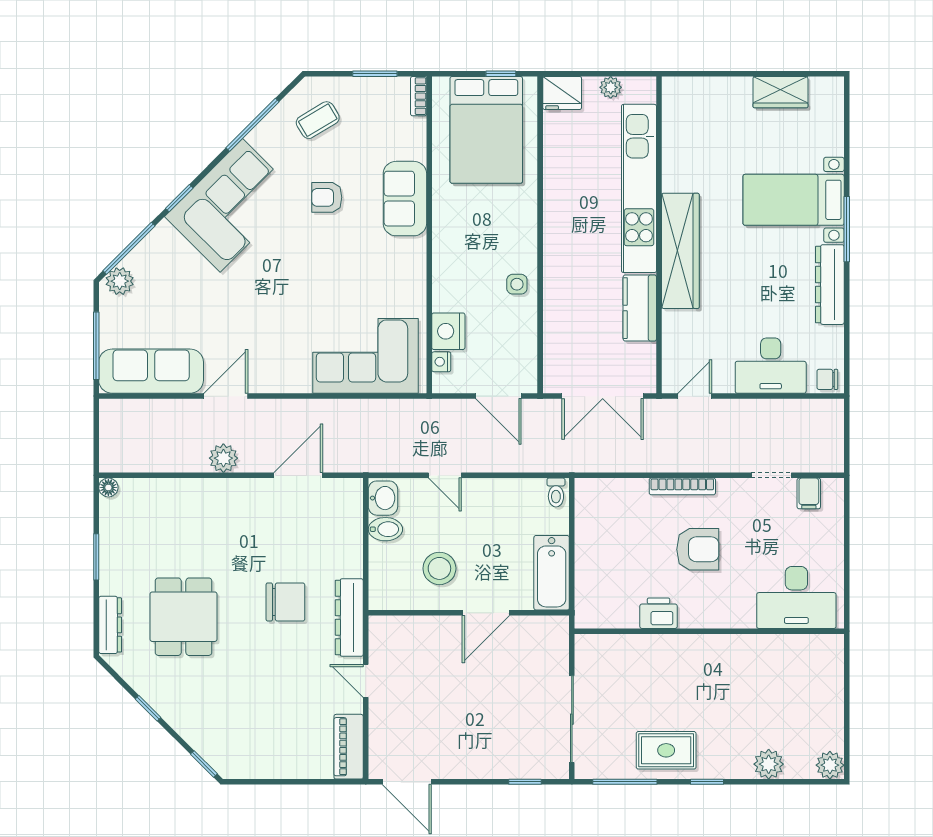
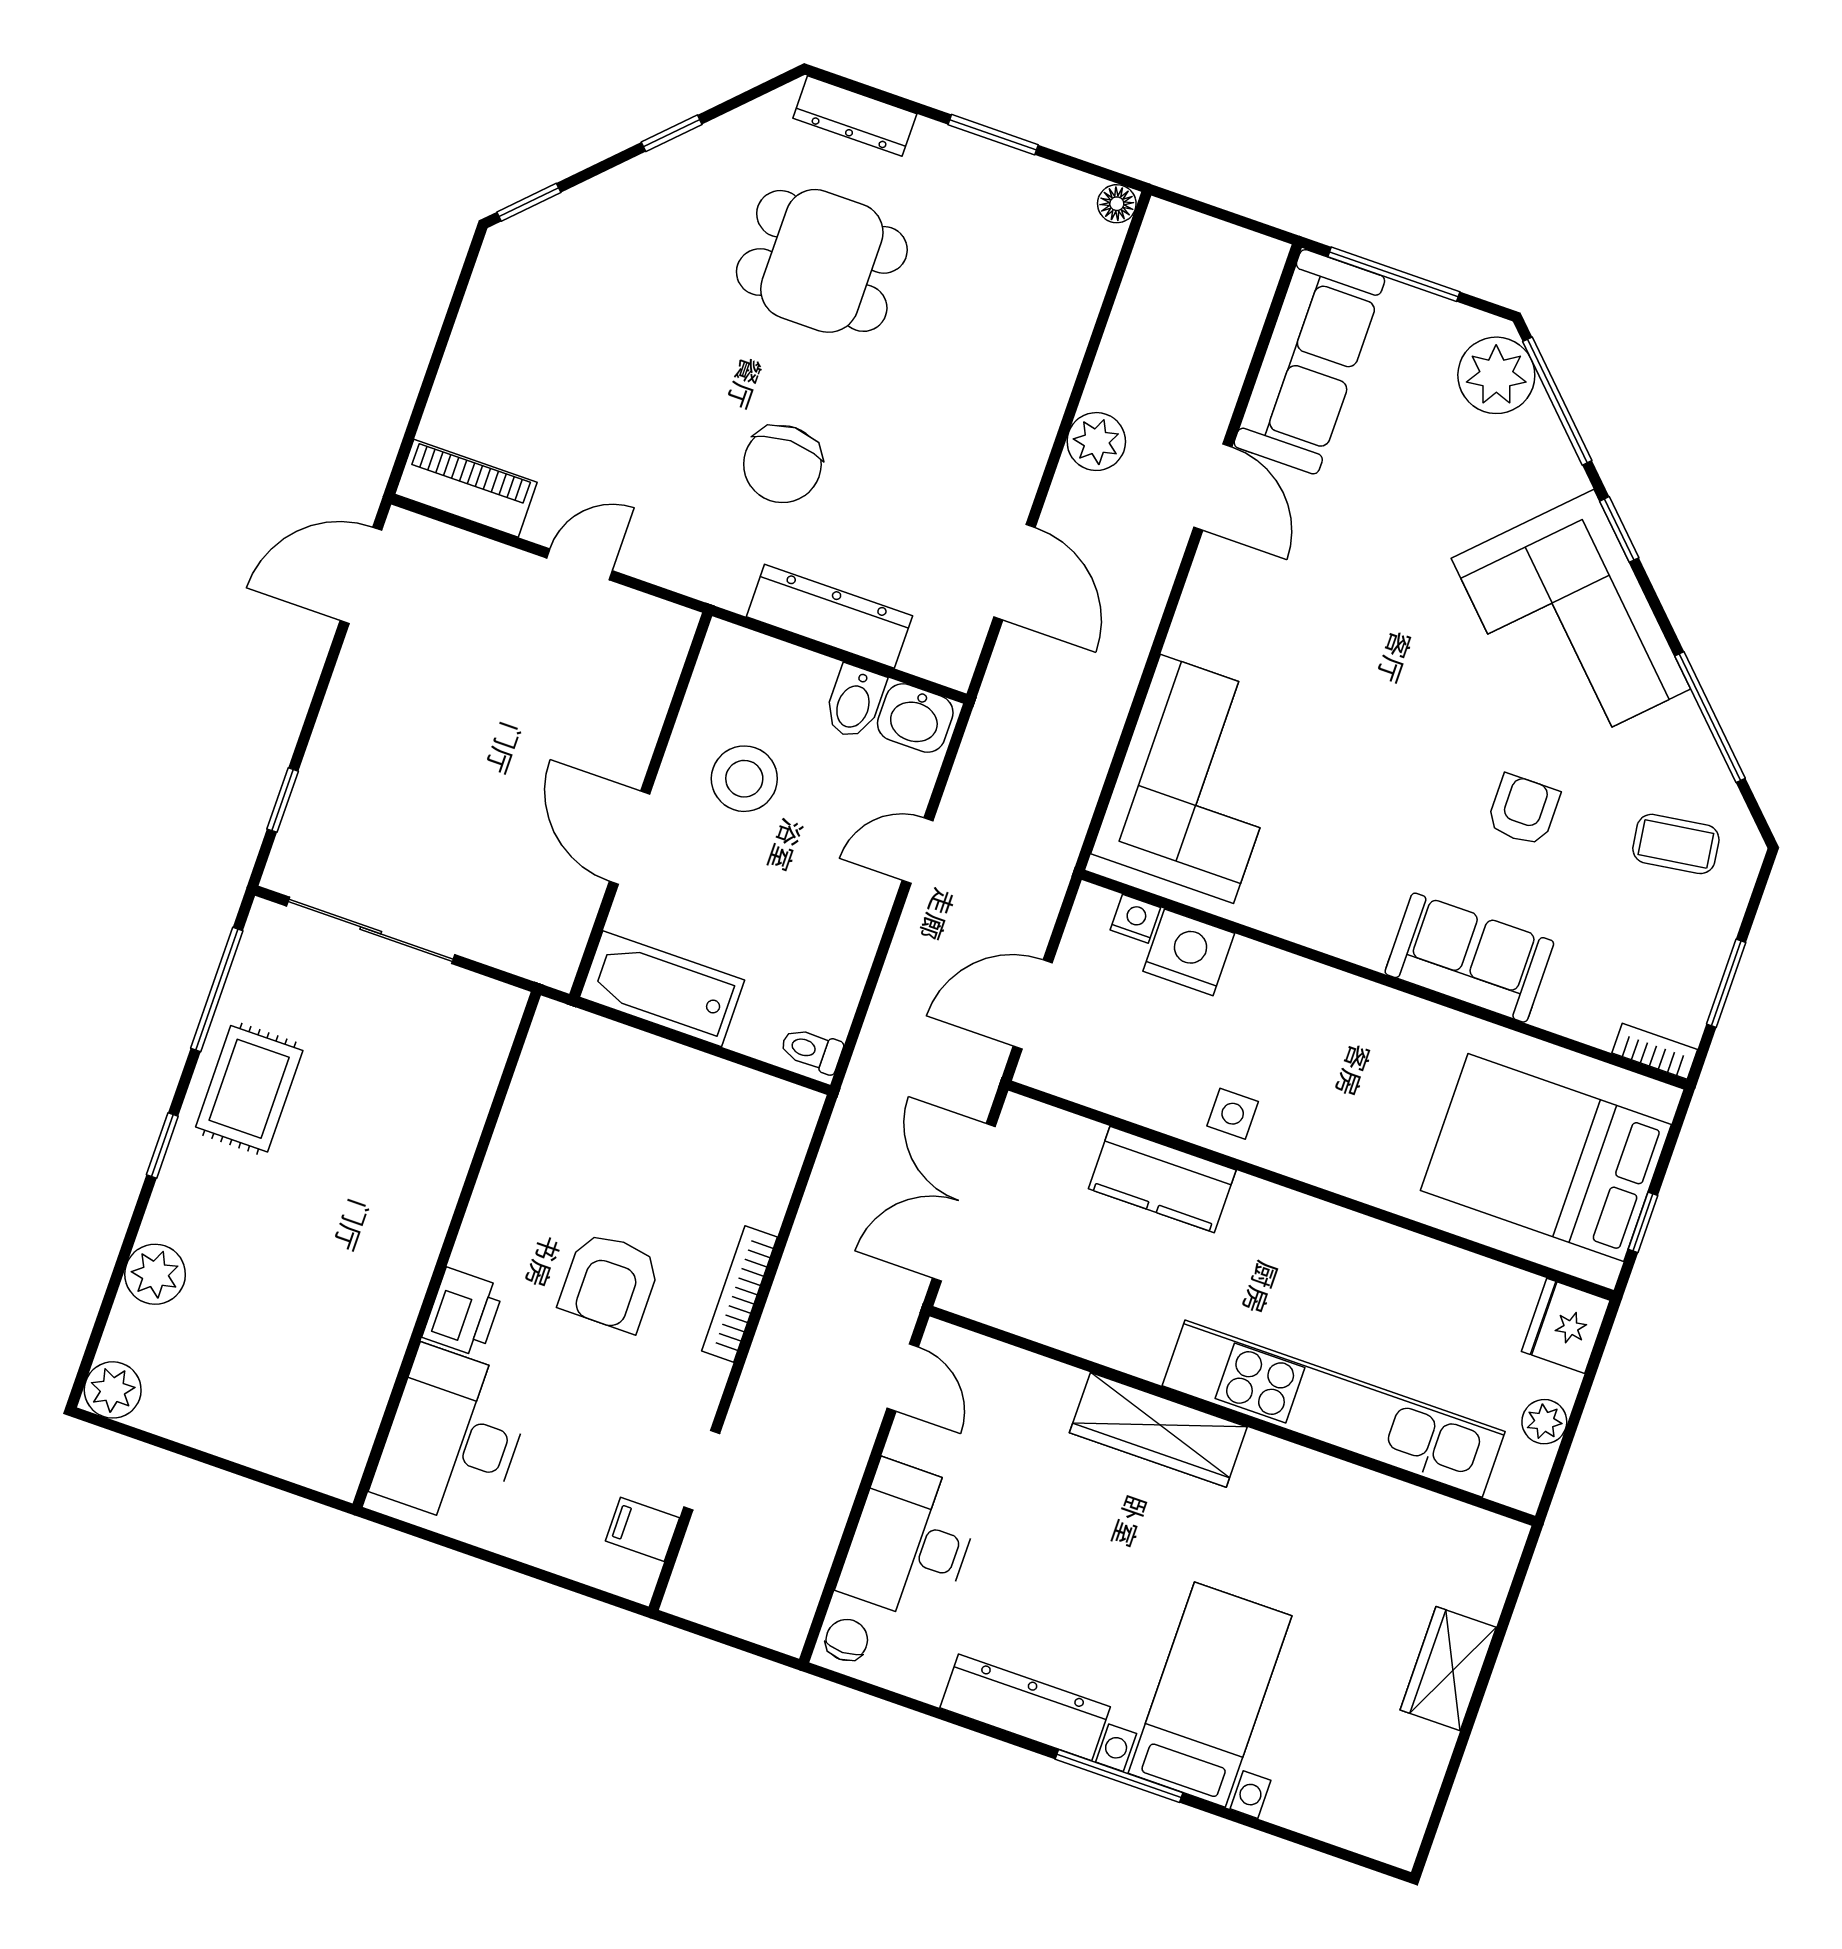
wardrobe: (780, 92) -> (1448, 1669), moved
coffee table: (318, 120) -> (1676, 844), turned -67
wardrobe: (680, 251) -> (1158, 1430), width x0.71, depth x0.85
plant: (120, 281) -> (1496, 375), width x1.36, depth x1.36
kitchen counter: (640, 308) -> (1162, 1179), moved, turned 180
printer: (659, 613) -> (463, 1312), moved
dresser: (349, 617) -> (829, 616), moved

